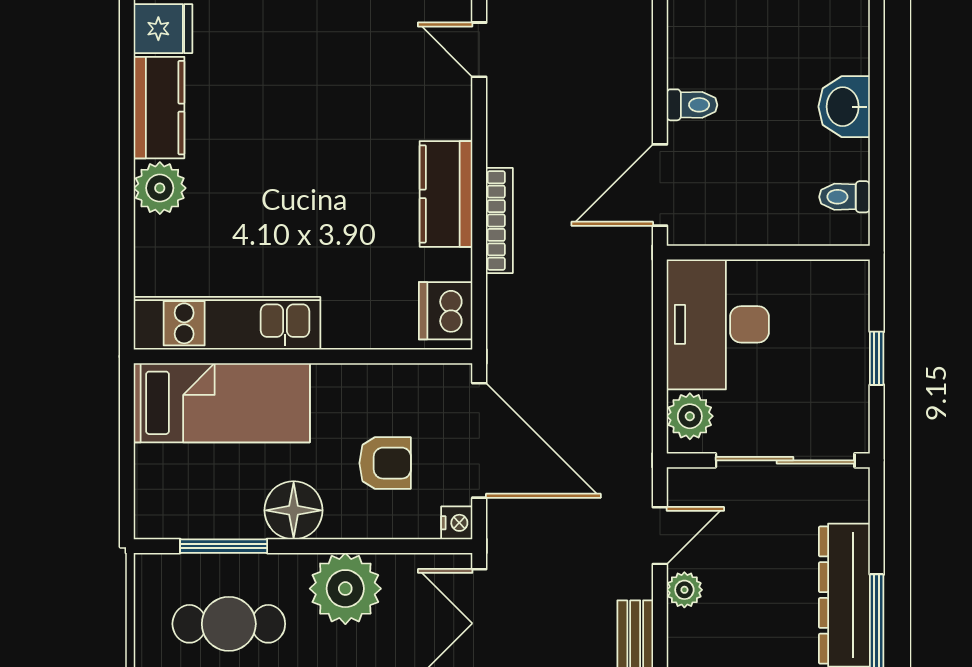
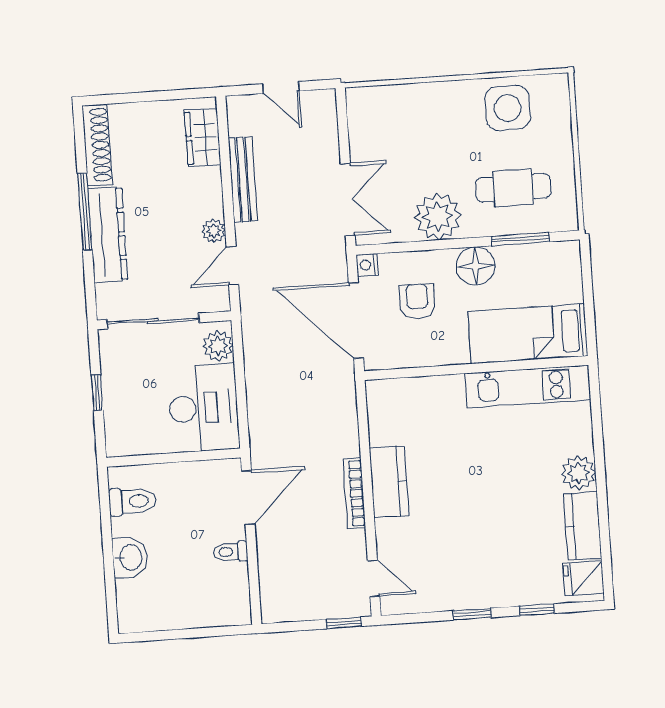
toilet: (845, 197) -> (132, 501), width x1.37, depth x1.39
bookcase: (499, 221) -> (354, 493), moved
dishwasher: (446, 311) -> (384, 405), removed
armchair: (385, 463) -> (417, 301), turned 90

